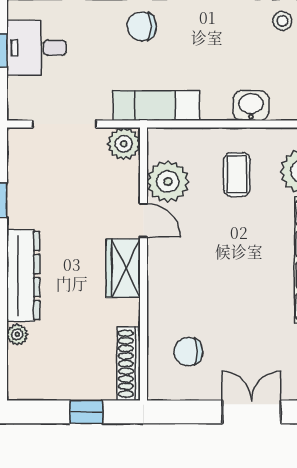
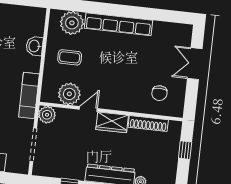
shoe rack: (129, 364) -> (148, 124), moved

